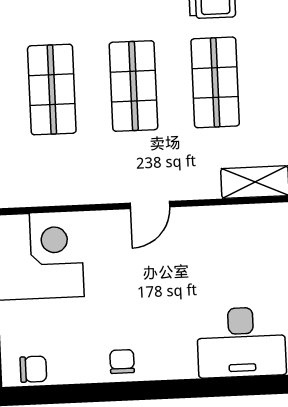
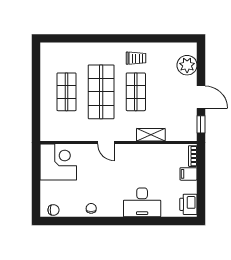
shop shelf: (133, 86) -> (101, 92), width x1.43, depth x1.36
door: (150, 205) -> (106, 143), hinge flipped

